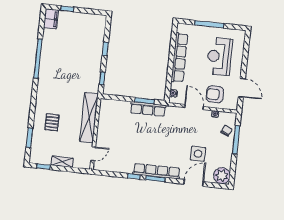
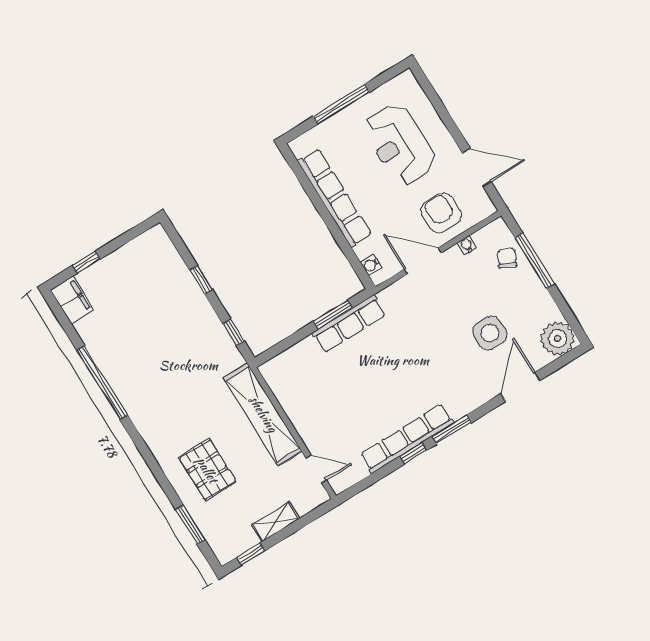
armchair: (215, 94) -> (441, 213), turned 90
pallet: (52, 122) -> (207, 470), width x1.50, depth x1.42
door: (93, 154) -> (316, 469), hinge flipped
row of seats: (157, 171) -> (407, 438), moved

